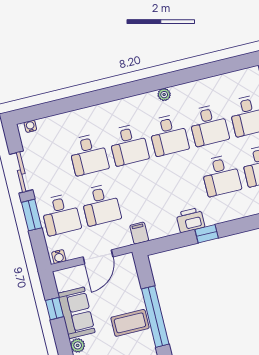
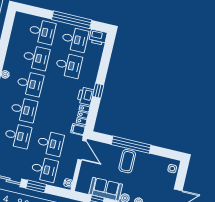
locker: (163, 230) -> (83, 115), added
door: (98, 257) -> (82, 150), moved

